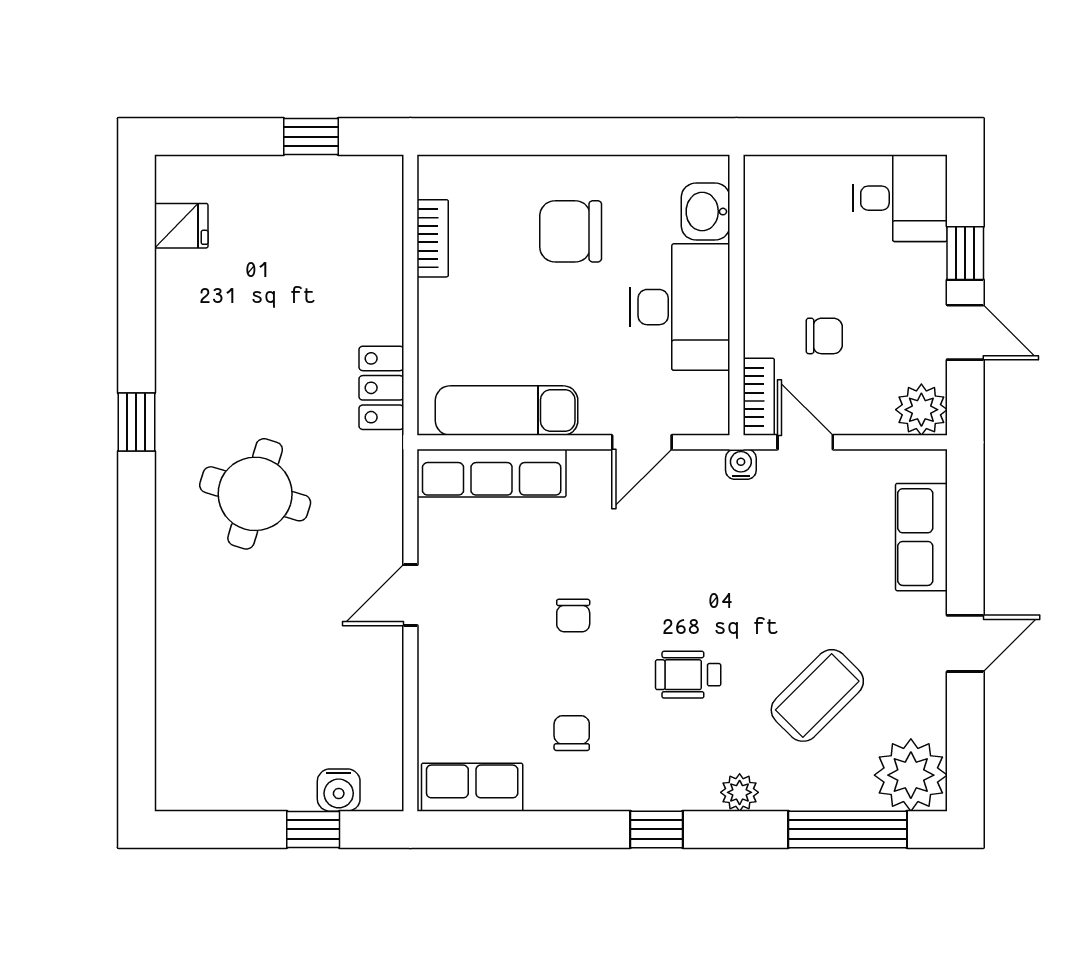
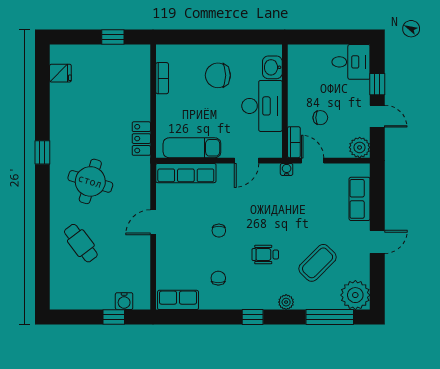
cafe table: (232, 647) -> (81, 243), added

